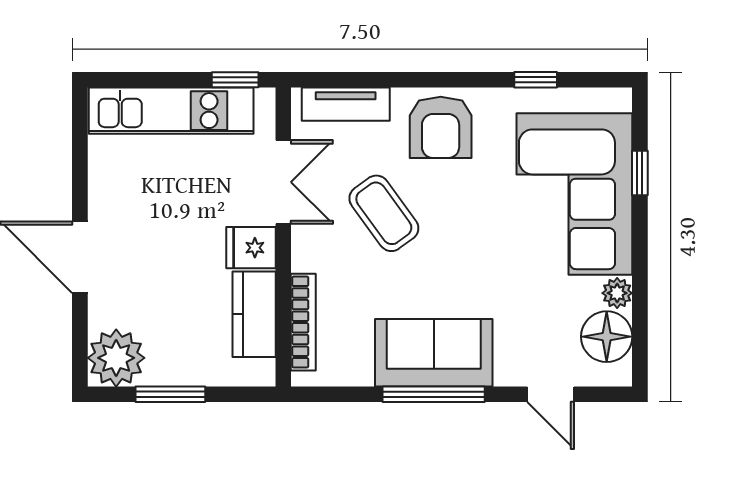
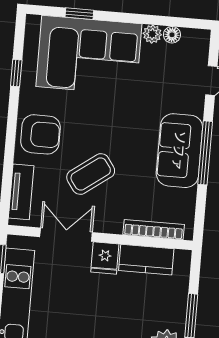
floor lamp: (607, 337) -> (172, 35), width x0.53, depth x0.53

